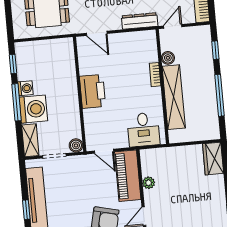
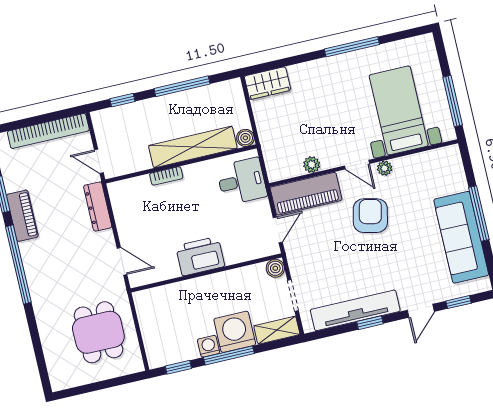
door: (97, 33) -> (122, 261), hinge flipped
boiler: (168, 58) -> (245, 138), moved

